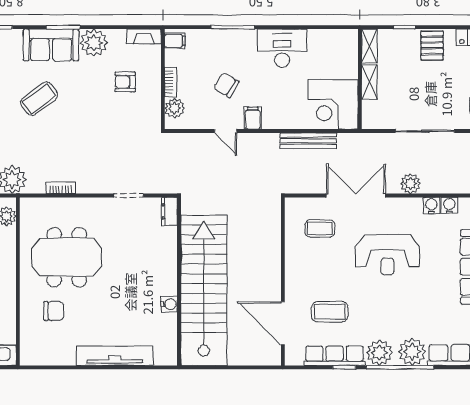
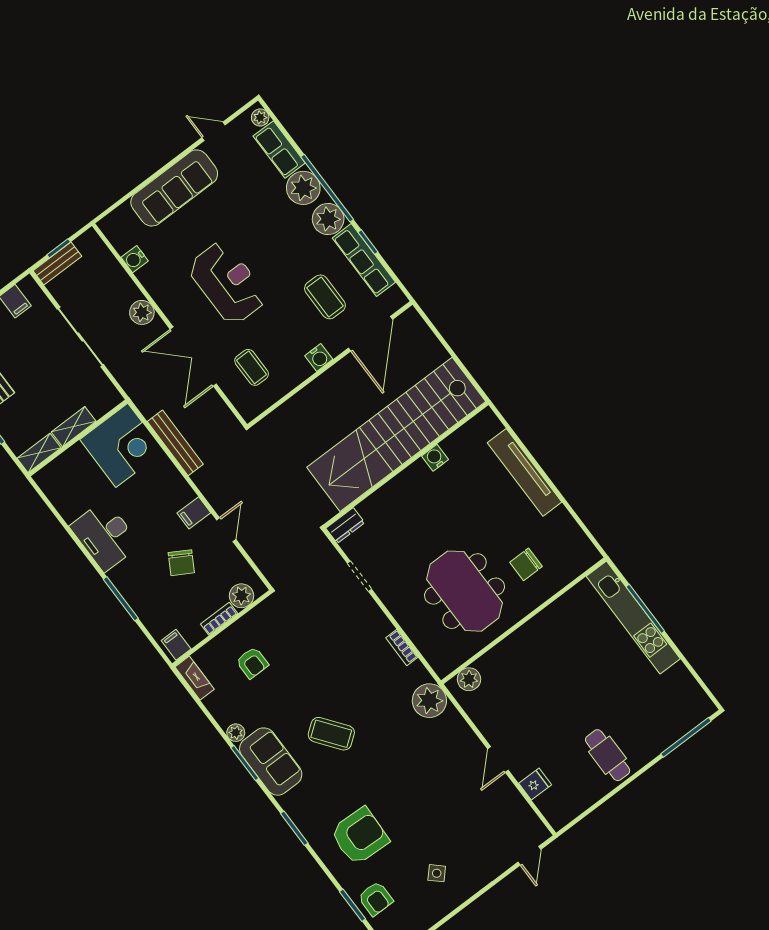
plant: (94, 43) -> (236, 733), width x0.53, depth x0.53
water cooler: (431, 206) -> (319, 358), moved, turned -90
chair: (54, 311) -> (526, 564), turned -90

